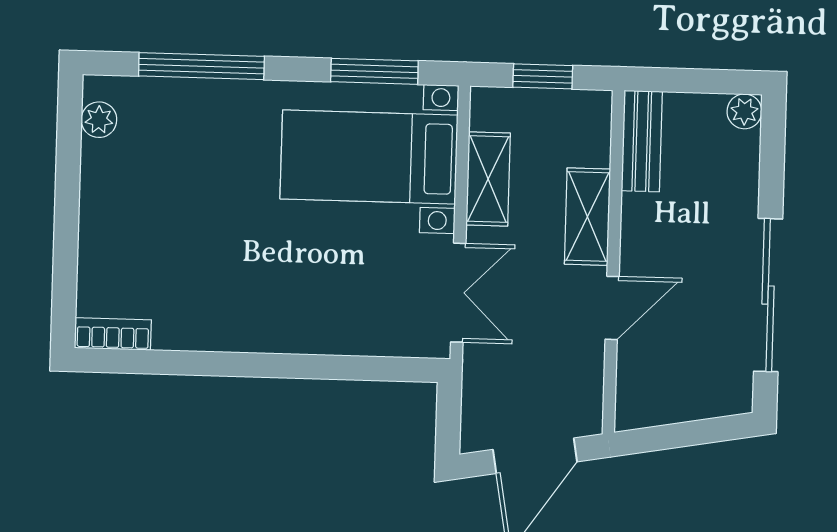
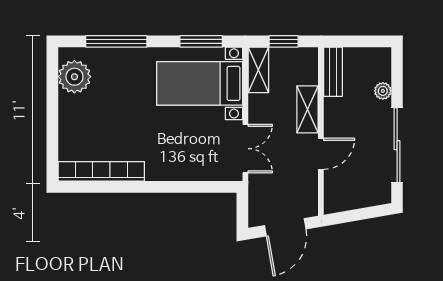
plant: (744, 111) -> (383, 91), moved
plant: (99, 120) -> (74, 77), width x1.87, depth x1.87
shelving: (488, 179) -> (258, 70), moved
bookcase: (113, 334) -> (101, 171), width x2.31, depth x1.31

